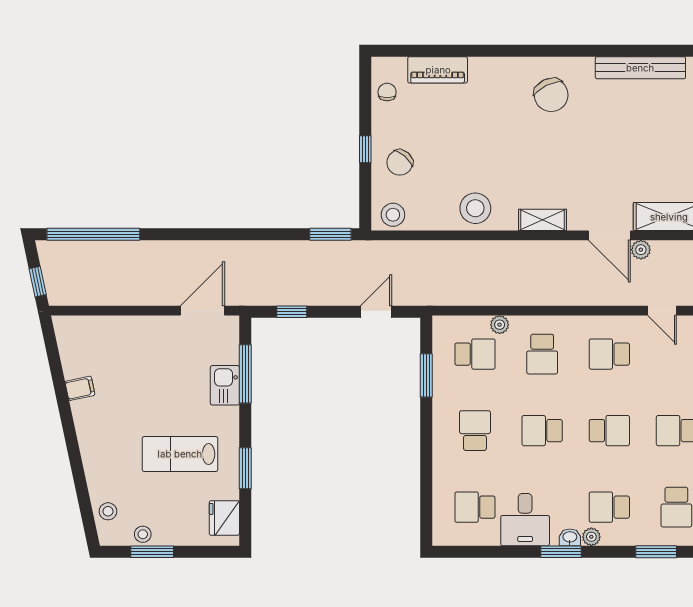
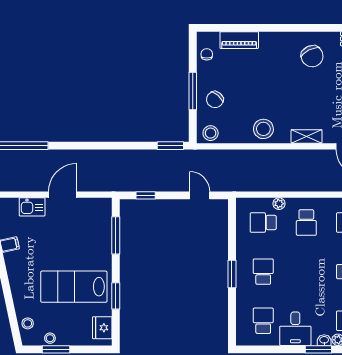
window: (365, 149) -> (193, 91), width x2.17
door: (202, 311) -> (63, 195), moved
door: (376, 312) -> (200, 195), hinge flipped
school desk: (475, 354) -> (263, 222), turned 180
window: (426, 375) -> (232, 274), moved
kitchen sink: (225, 385) -> (32, 207), moved, turned -90
school desk: (542, 431) -> (306, 272), removed
lab bench: (180, 454) -> (74, 287), width x1.36, depth x1.39
school desk: (475, 507) -> (263, 321), turned 90

